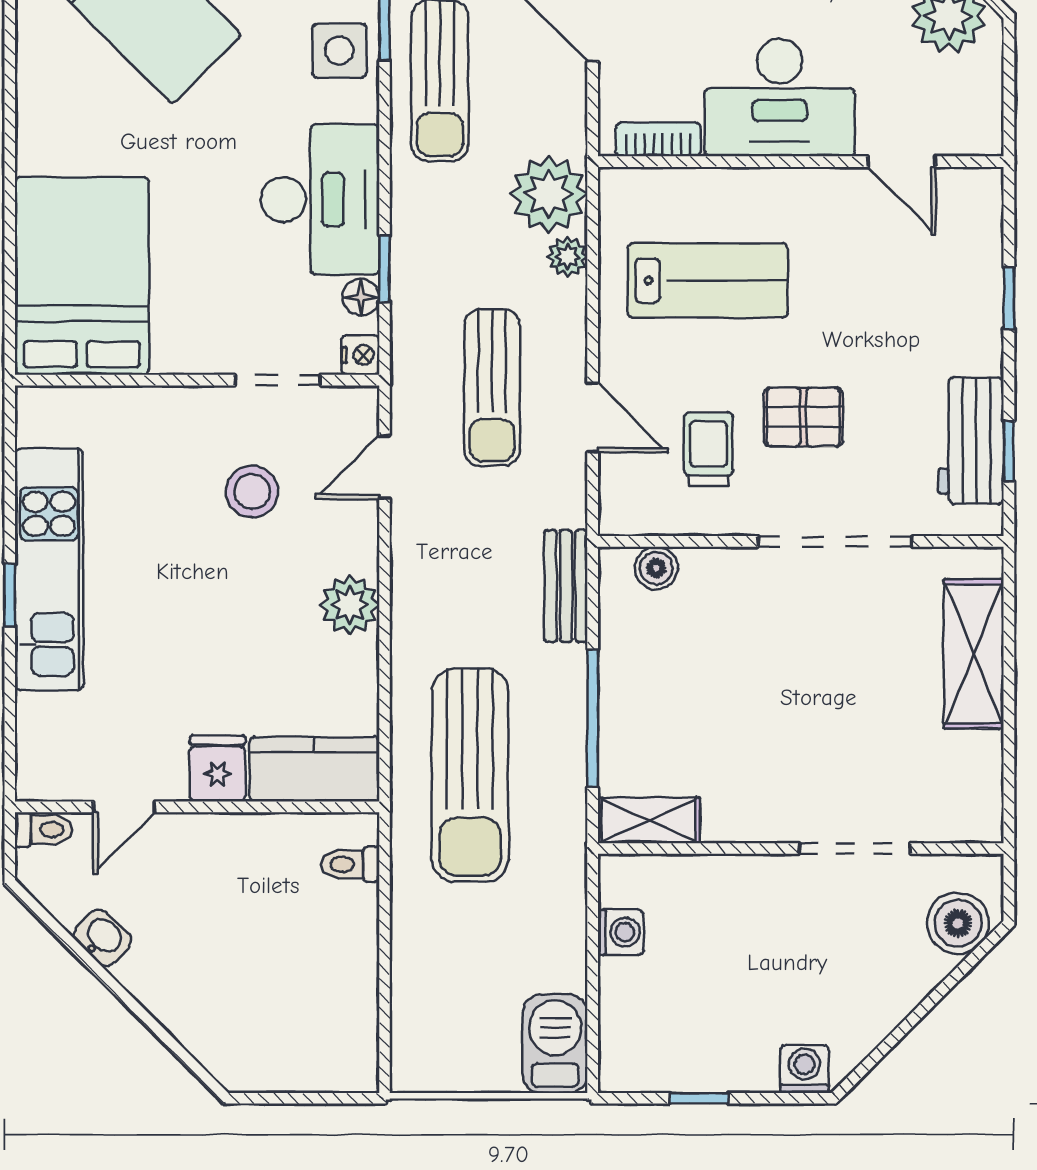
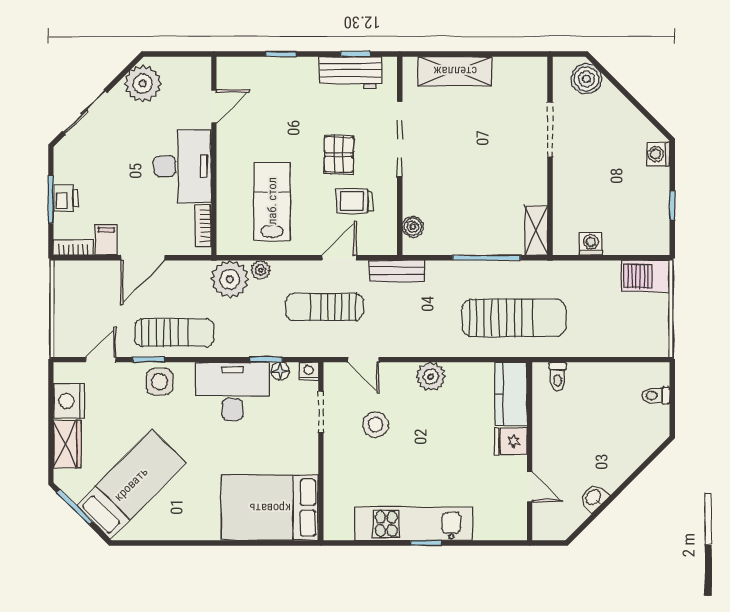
sun lounger: (492, 387) -> (324, 307), turned 180
bench: (566, 586) -> (397, 271), moved
toilet: (44, 830) -> (656, 396), moved, turned -90

